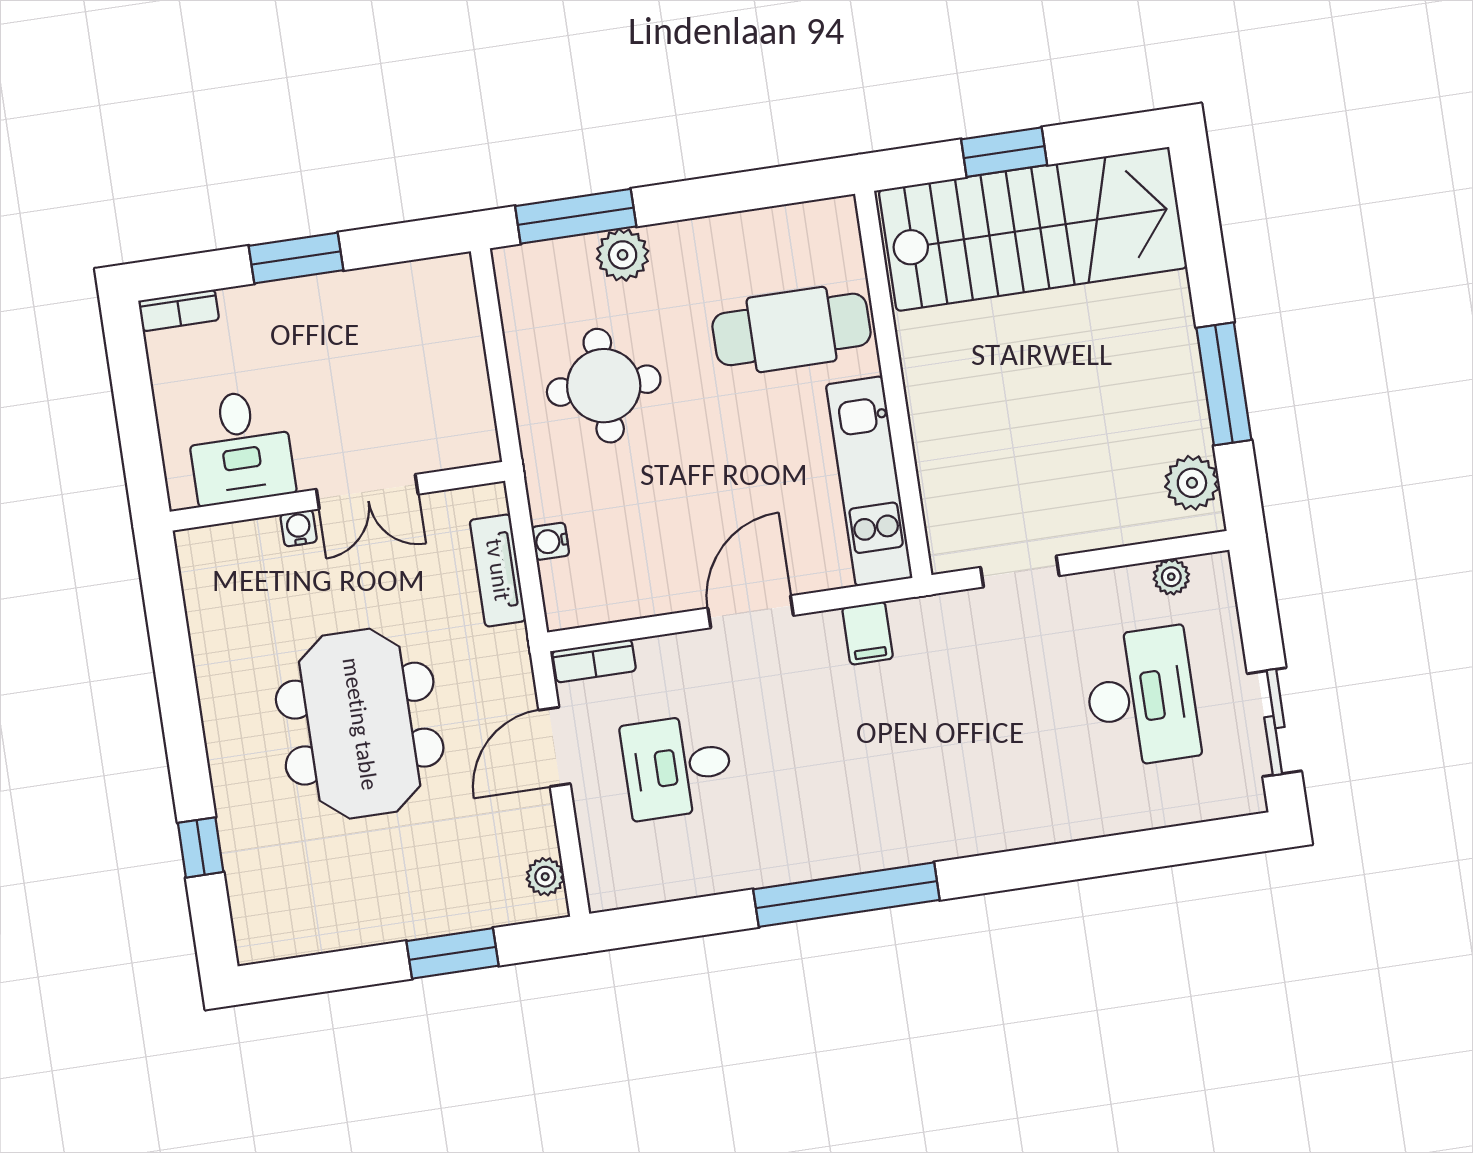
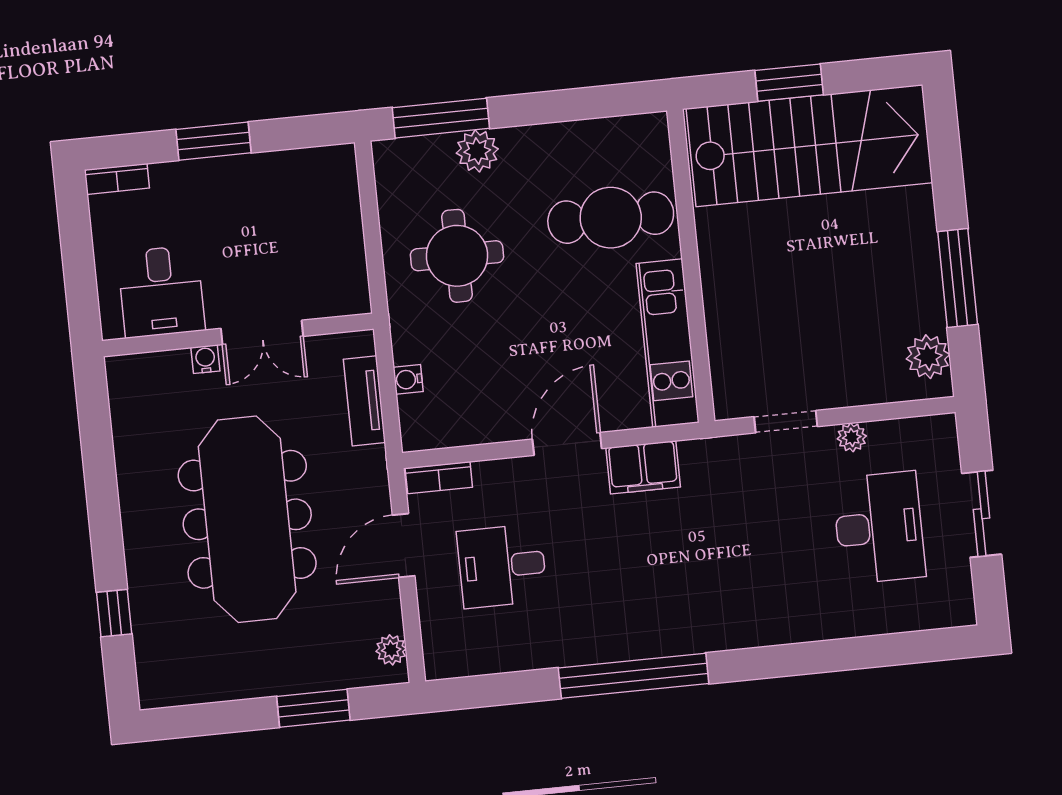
plant: (1171, 577) -> (852, 437), moved
filing cabinet: (868, 633) -> (643, 467), width x2.00
sliding door: (1274, 722) -> (982, 514), moved
meeting table: (360, 724) -> (247, 519), width x1.36

